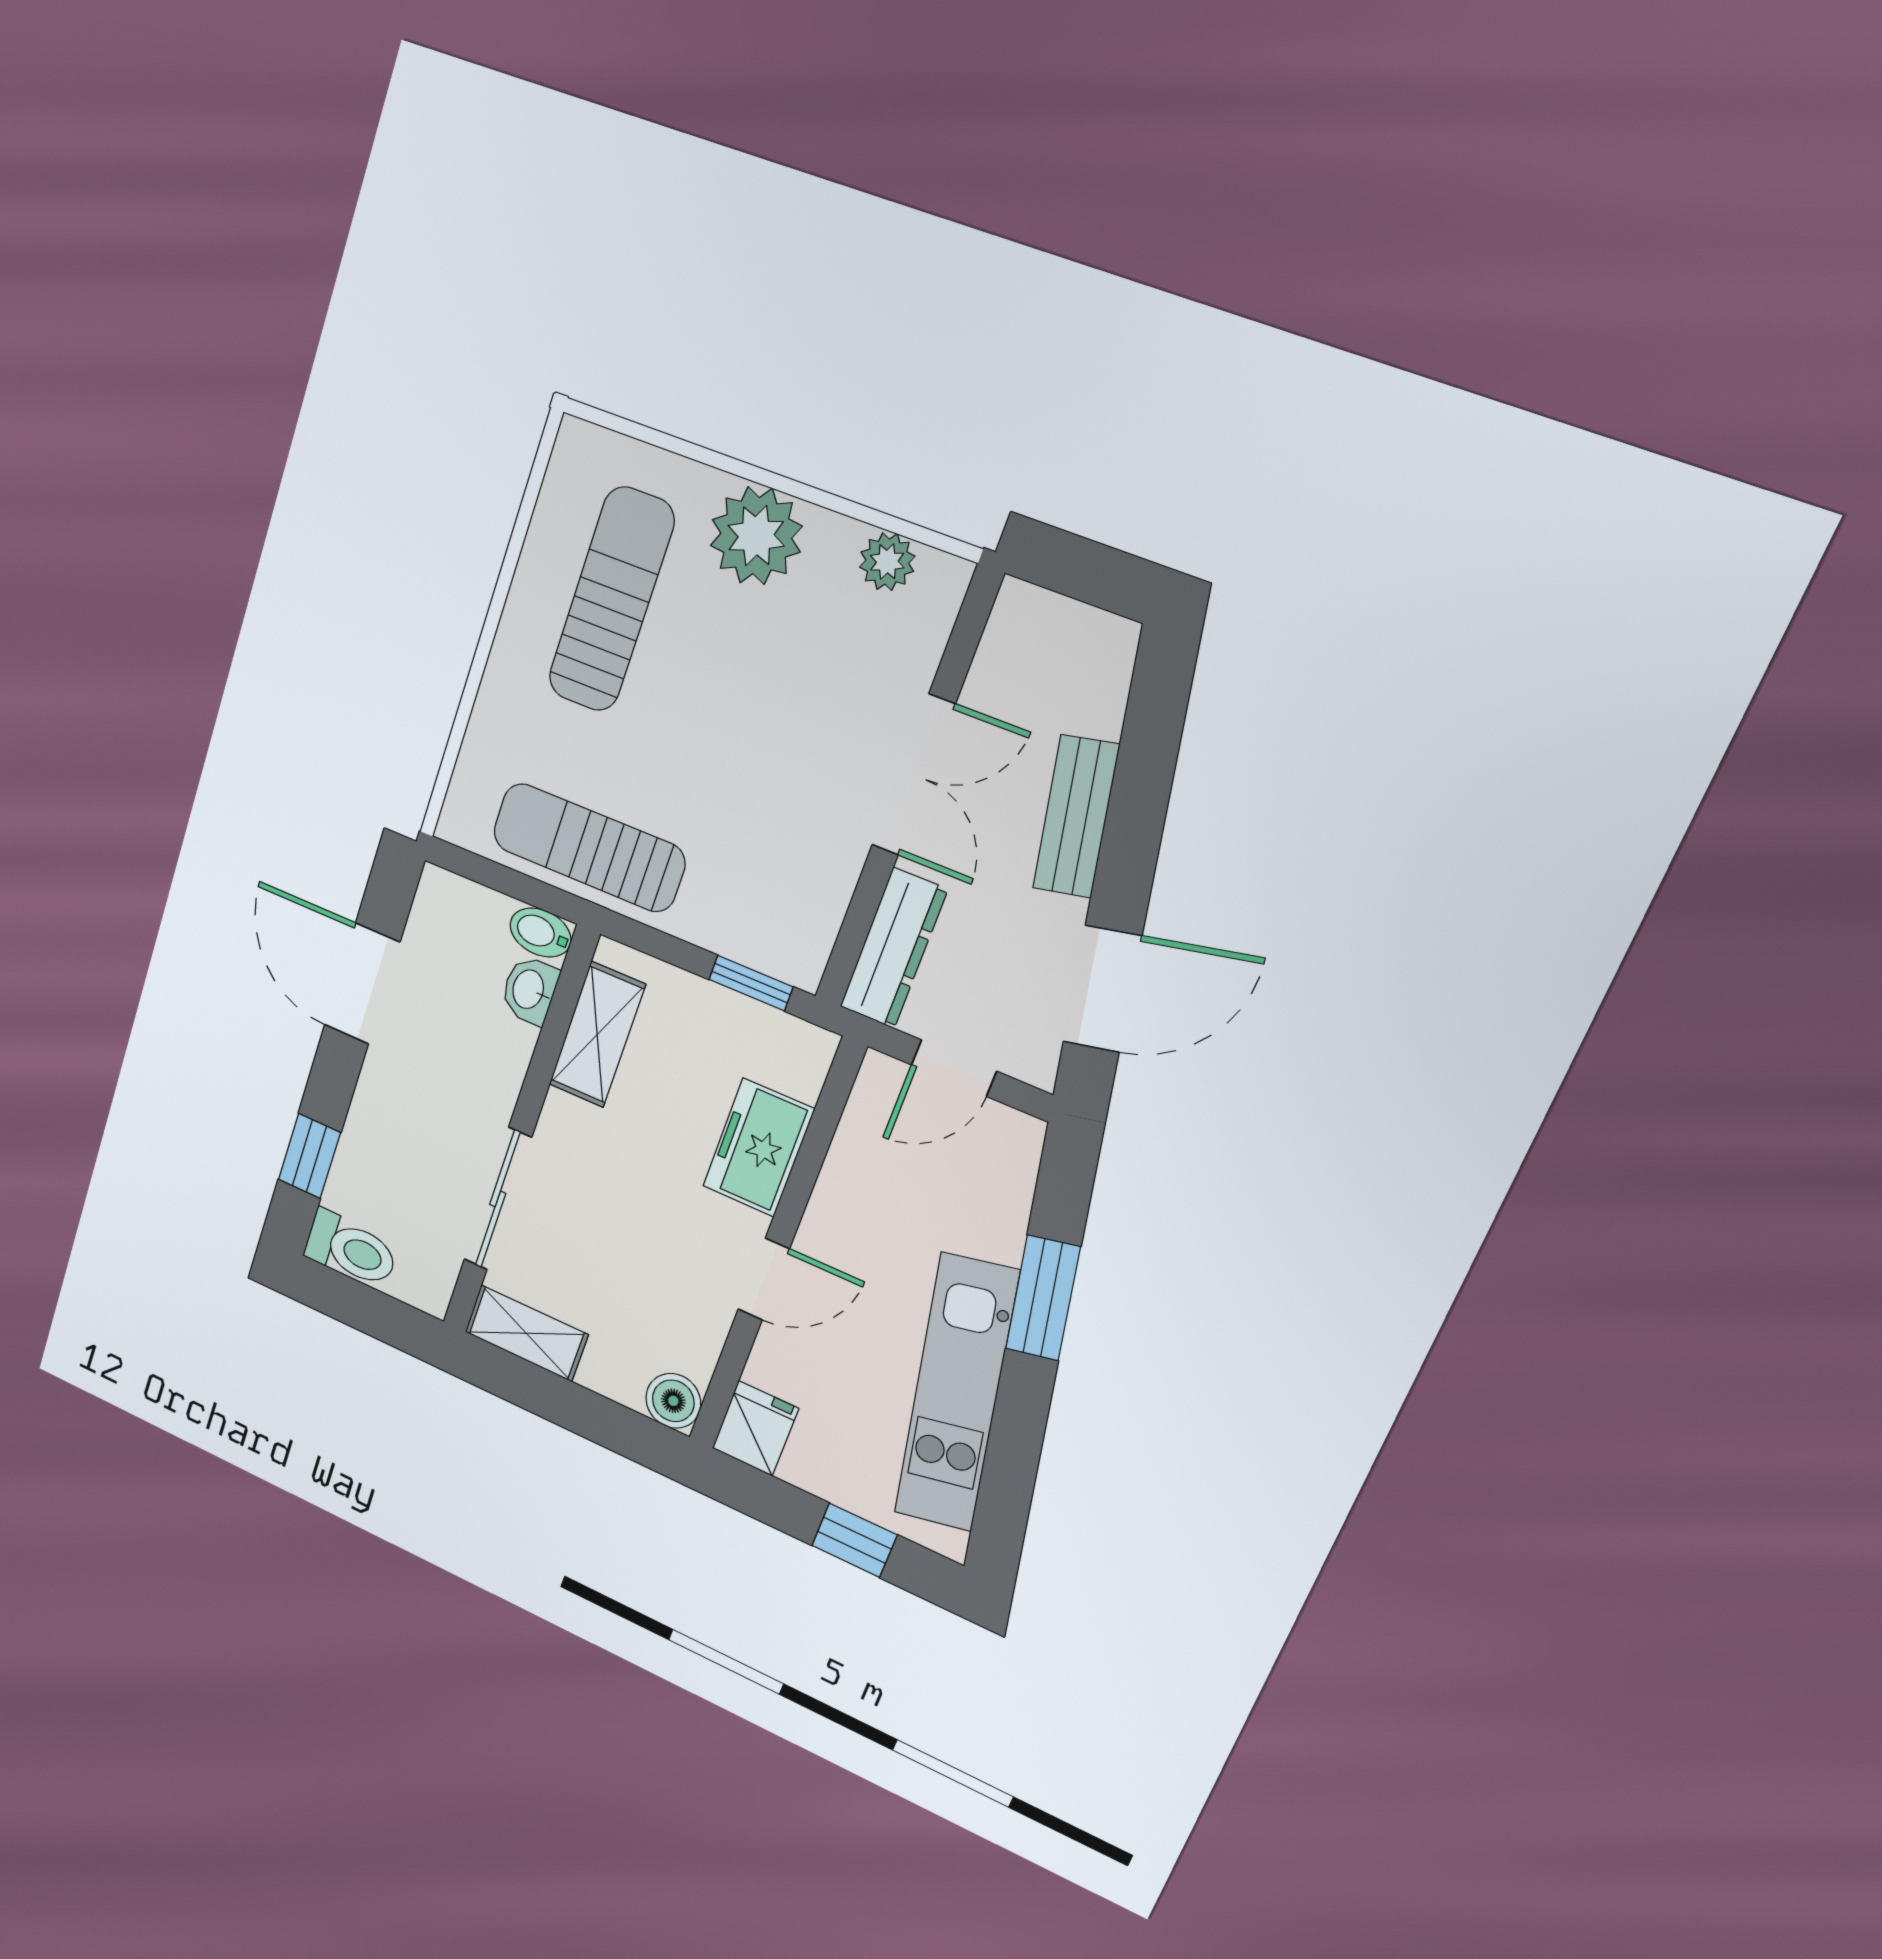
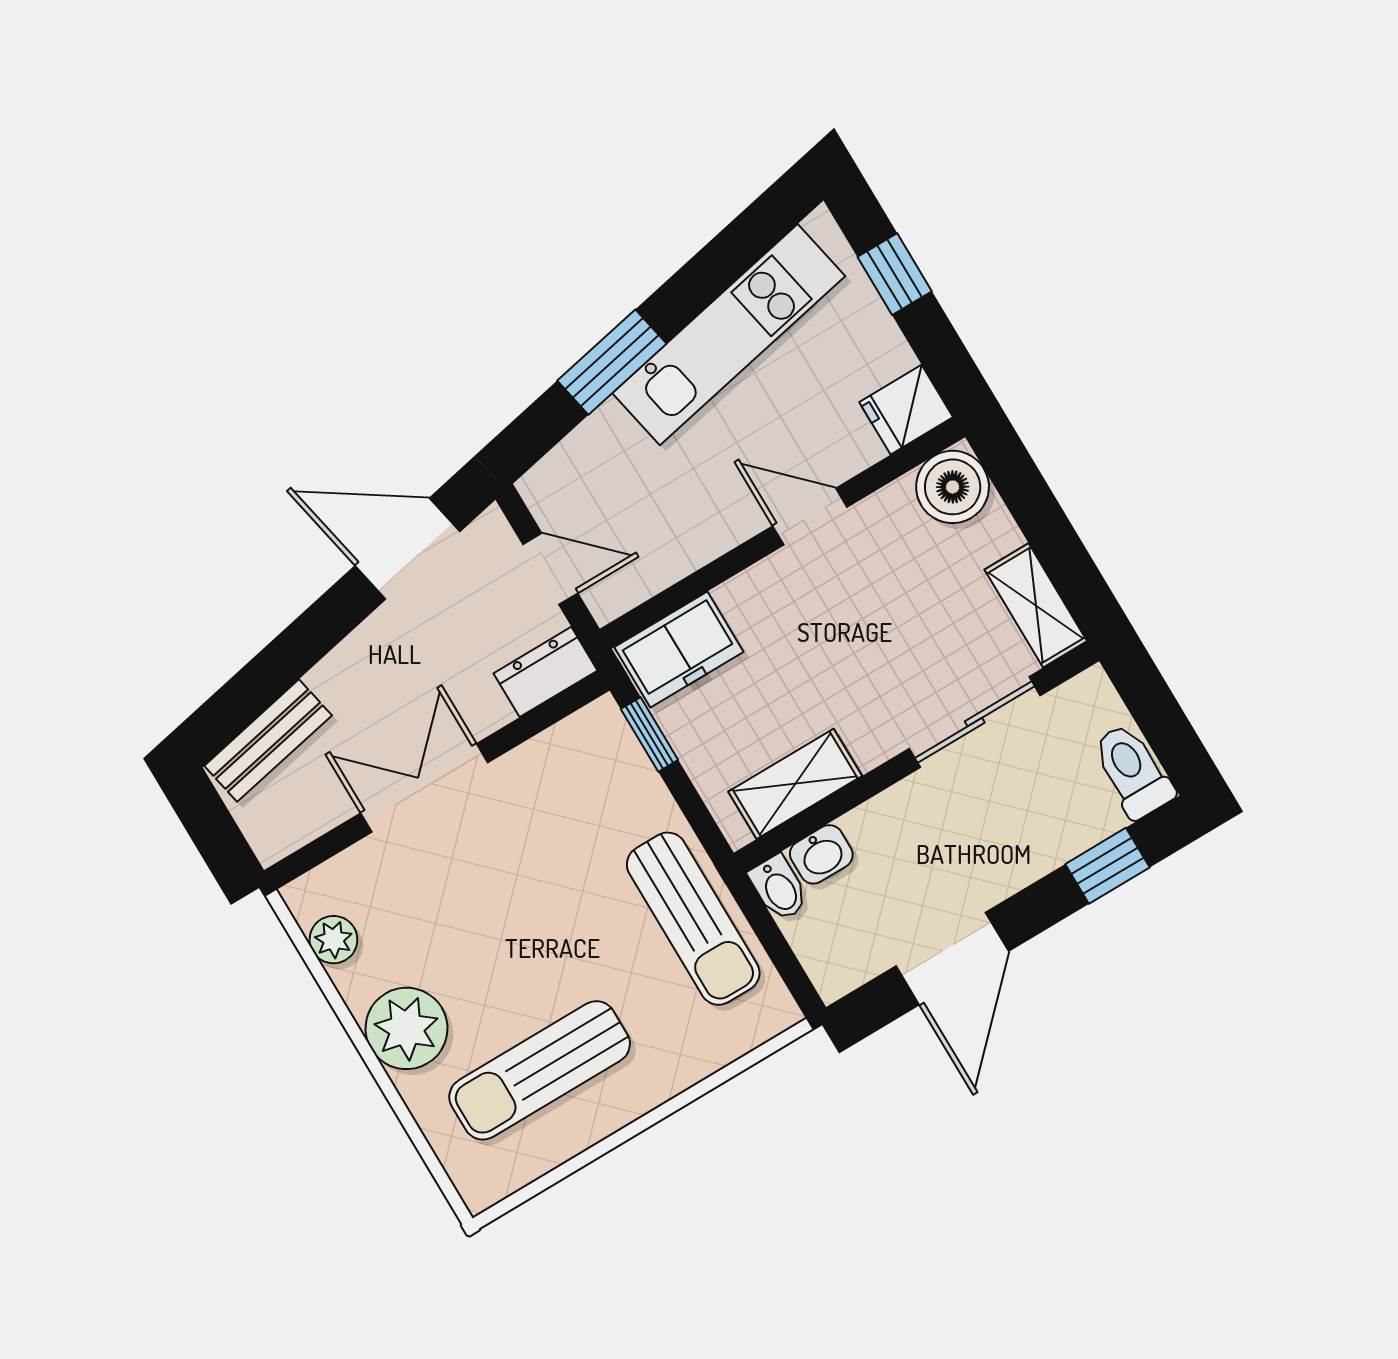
bench: (1076, 817) -> (268, 741), moved
dresser: (894, 948) -> (546, 672), width x0.70
freezer: (758, 1148) -> (679, 649), moved
boiler: (673, 1401) -> (953, 487), width x1.36, depth x1.36

